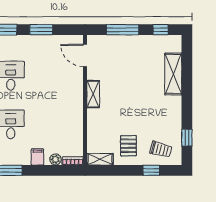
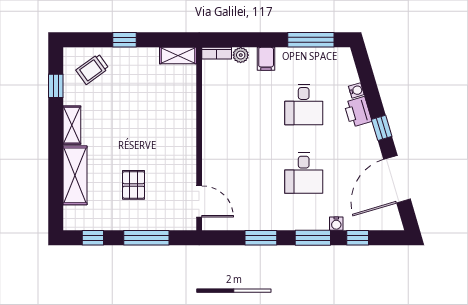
shelving: (93, 94) -> (72, 125), moved
pallet: (128, 146) -> (134, 185), moved
trolley: (161, 149) -> (92, 69), turned -51
window: (151, 170) -> (124, 40), moved

